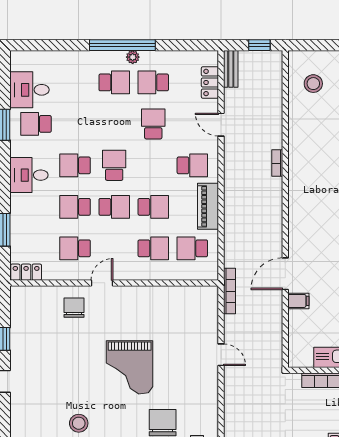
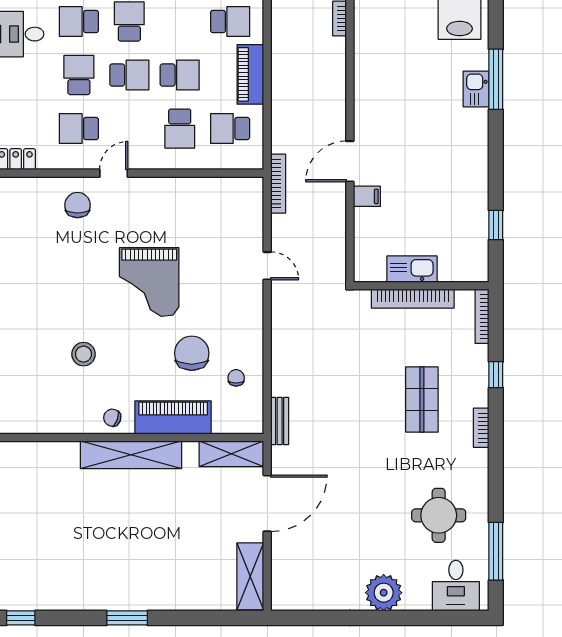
school desk: (75, 207) -> (79, 75), turned 90
school desk: (153, 248) -> (180, 129), turned 90

